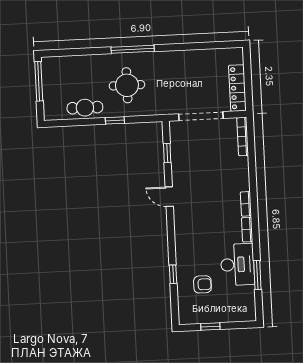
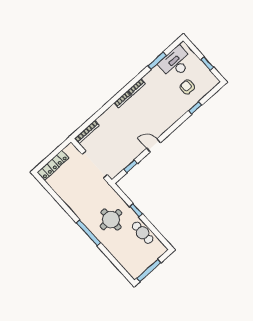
locker: (237, 88) -> (53, 165), moved
door: (169, 197) -> (154, 145), swing flipped
desk: (237, 264) -> (176, 63), moved

